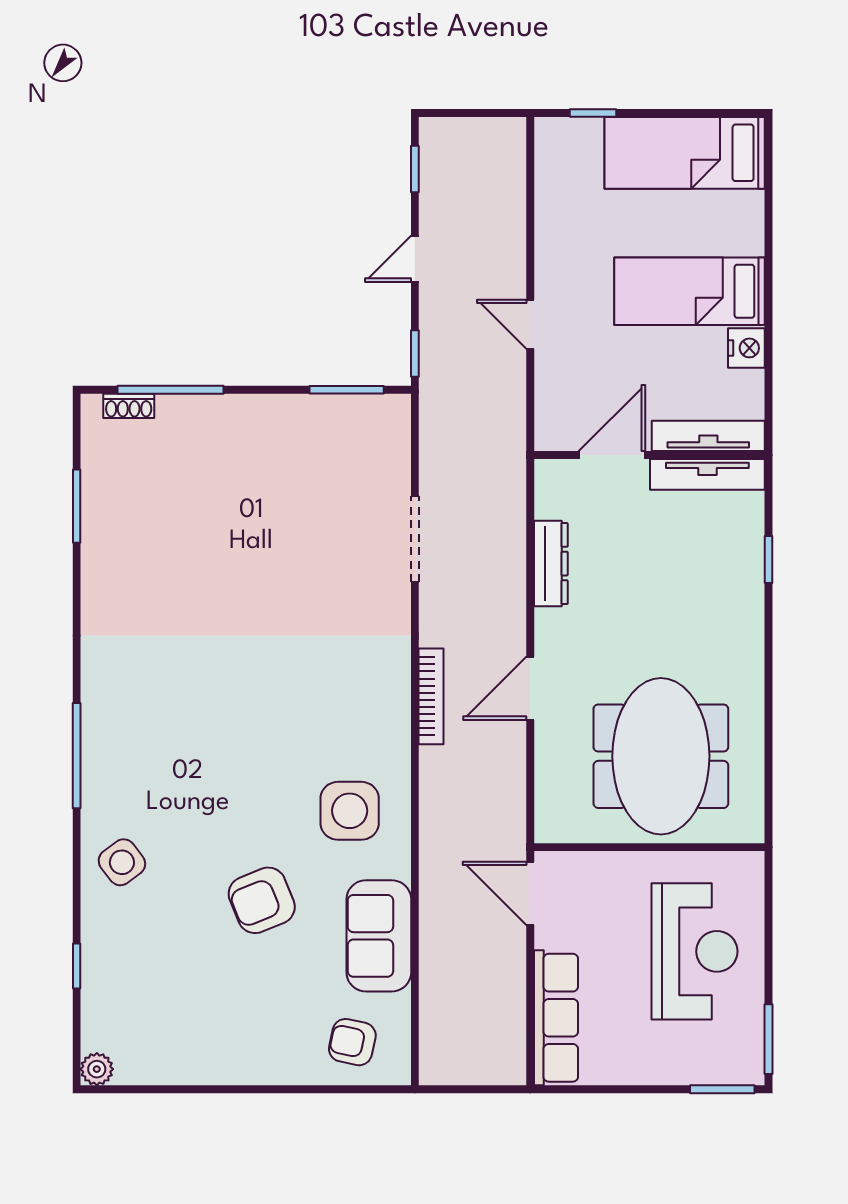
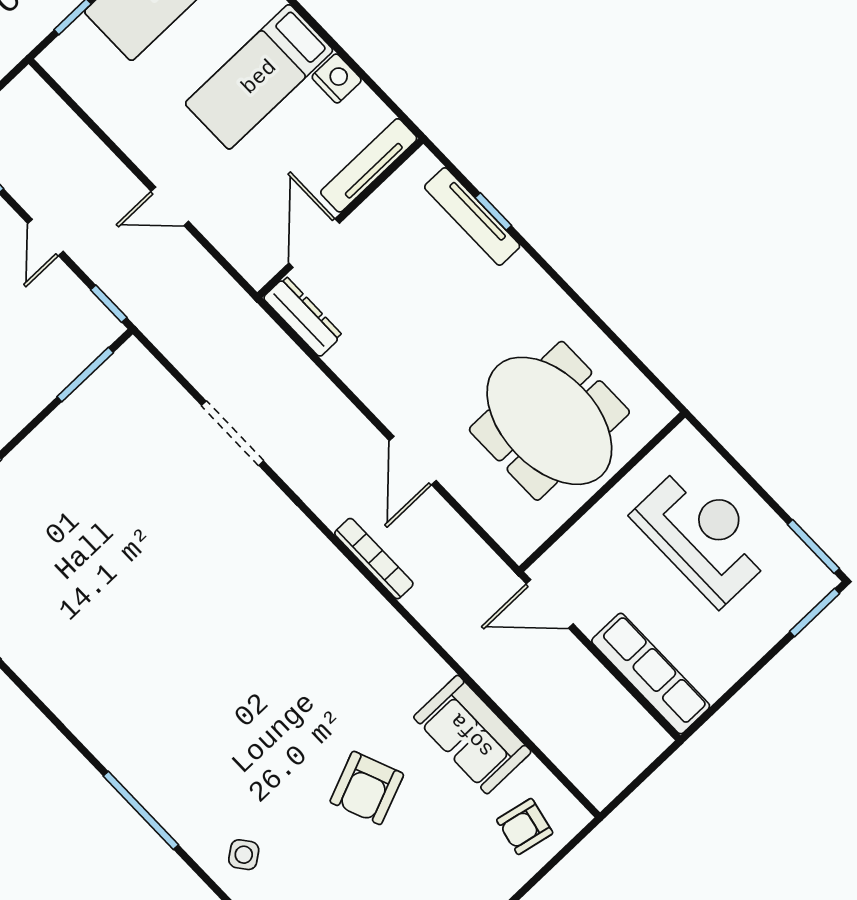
tv unit: (707, 474) -> (472, 216), moved, turned 90
dresser: (551, 564) -> (303, 317), moved
bookcase: (431, 696) -> (374, 559), moved
side table: (350, 811) -> (368, 667), removed
side table: (122, 862) -> (244, 855), width x0.73, depth x0.73

